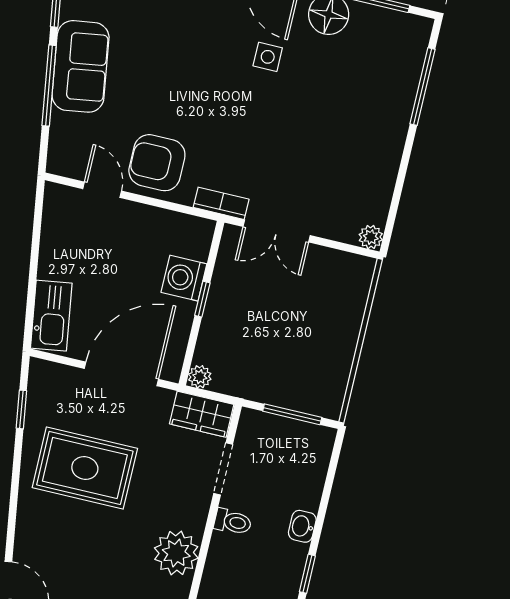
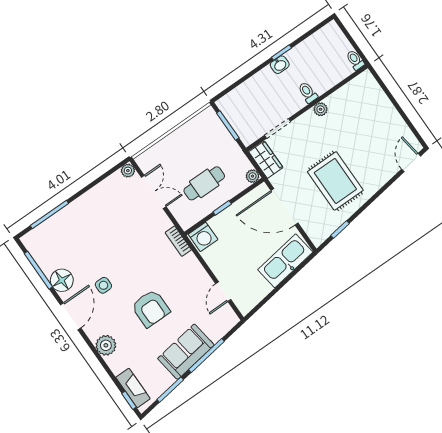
armchair: (157, 163) -> (151, 308), moved
double door: (277, 231) -> (154, 192), moved
washing machine: (184, 278) -> (203, 237), moved
cafe table: (255, 310) -> (204, 183), added
kitchen sink: (51, 316) -> (285, 261), width x1.36, depth x1.24
toilet: (233, 522) -> (308, 92), moved
washbasin: (302, 526) -> (280, 65), moved
plant: (176, 553) -> (321, 109), width x0.53, depth x0.53

